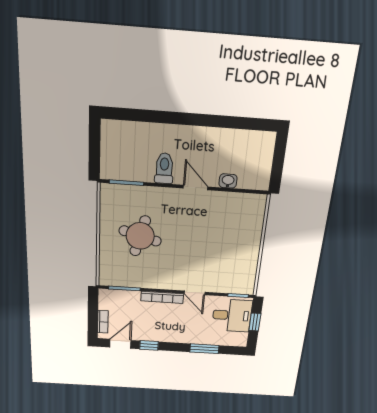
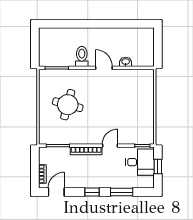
door: (195, 293) -> (110, 146), swing flipped
window: (149, 345) -> (92, 192), moved

